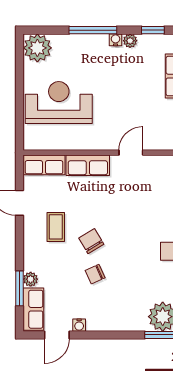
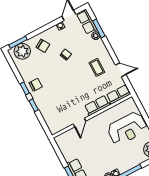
chair: (91, 241) -> (43, 46), moved

